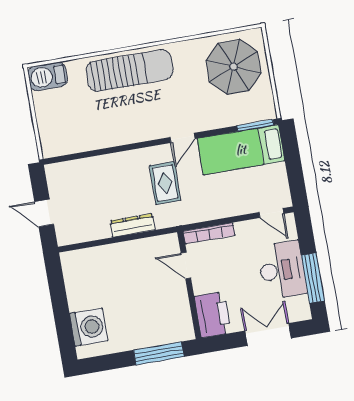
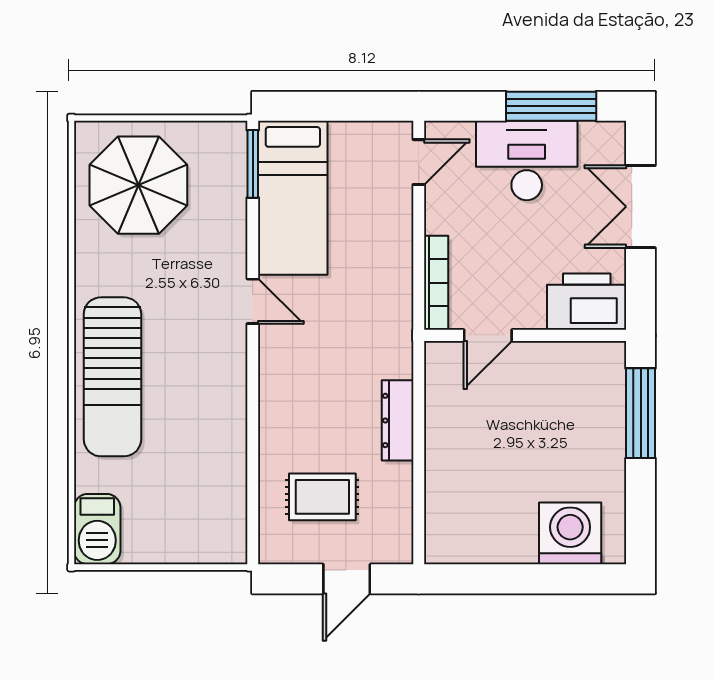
sun lounger: (130, 71) -> (112, 377), turned 180
rug: (165, 183) -> (322, 497), moved

